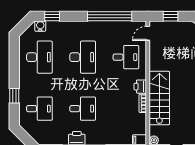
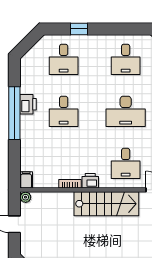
desk: (39, 57) -> (126, 59), width x0.73
stairs: (159, 98) -> (106, 204), moved

